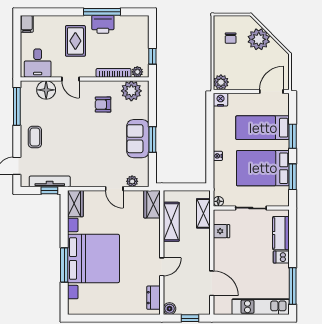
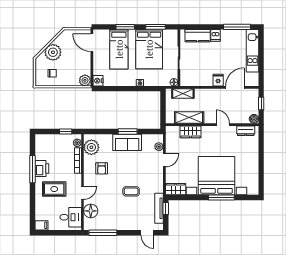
coffee table: (35, 137) -> (131, 191), moved
wardrobe: (152, 204) -> (190, 132), moved
fridge: (221, 231) -> (218, 80), moved

